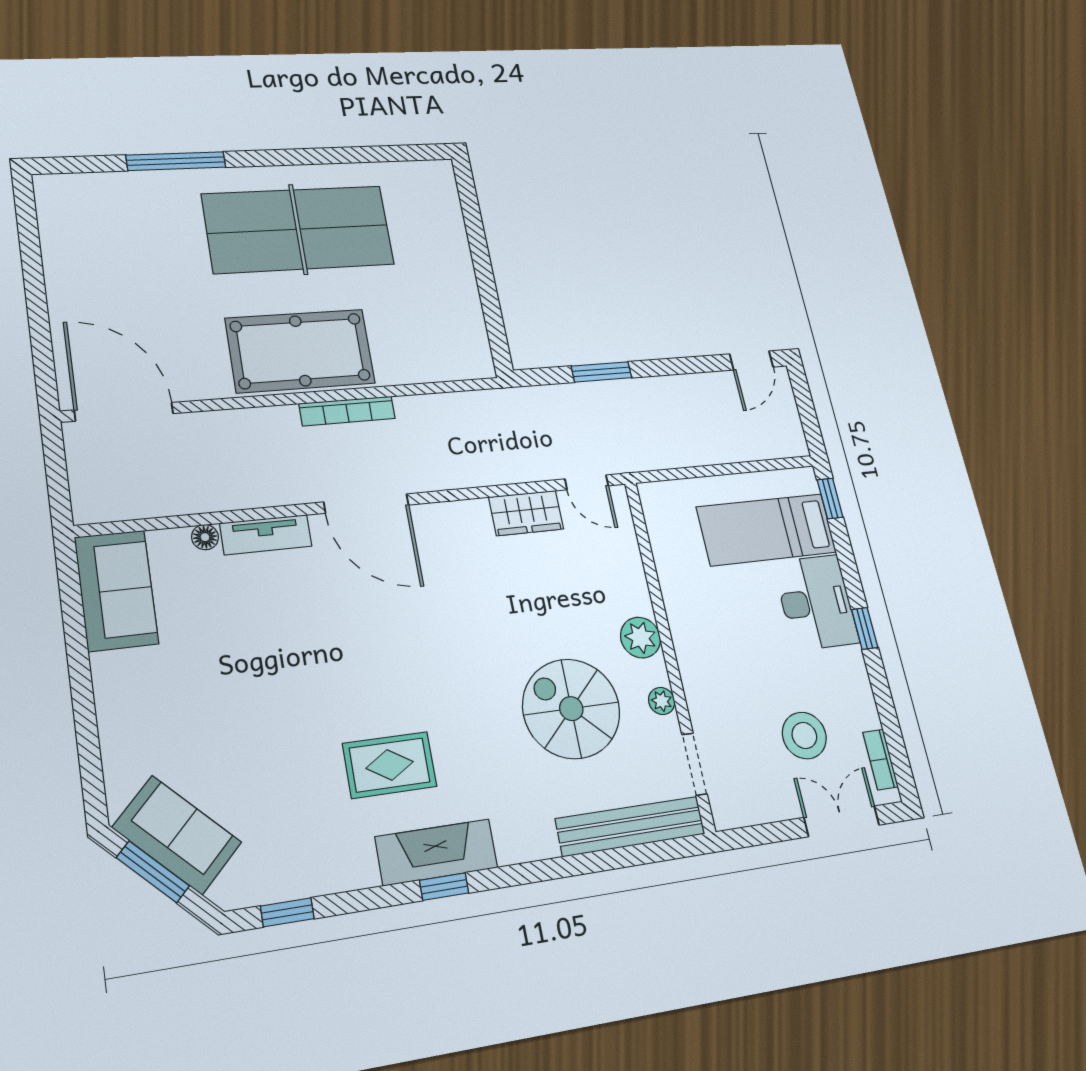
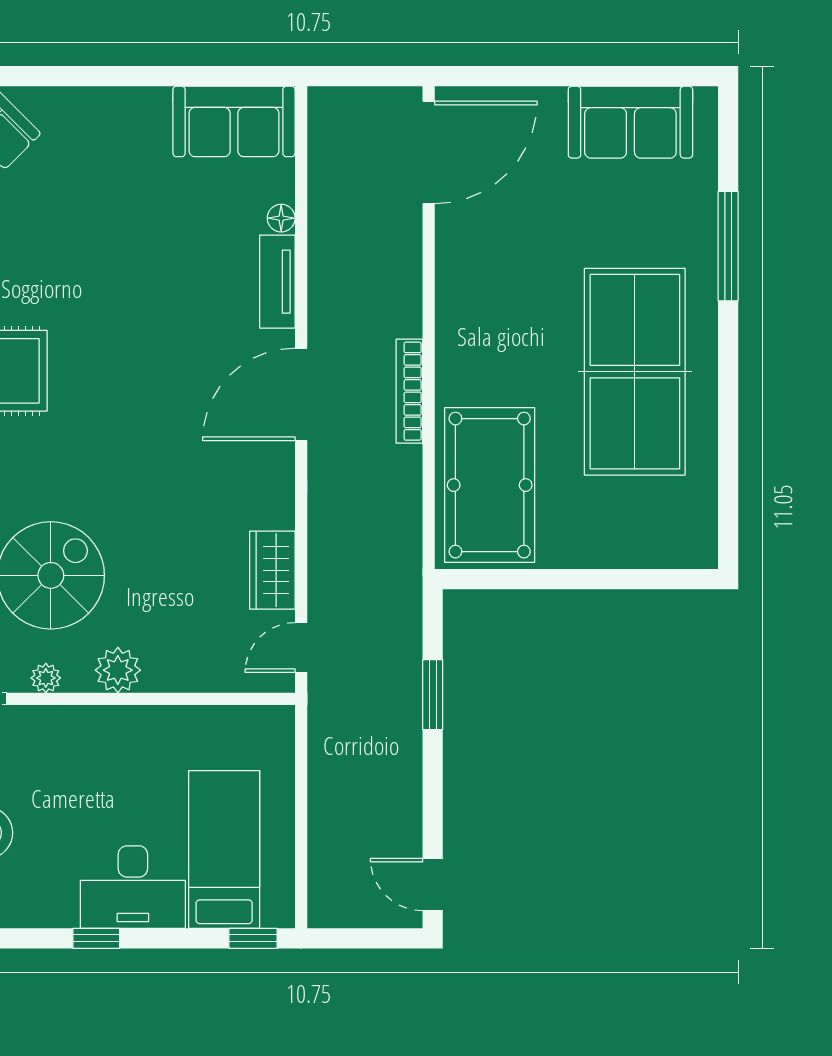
sofa: (73, 244) -> (630, 122), added
pool table: (300, 351) -> (490, 485), moved

